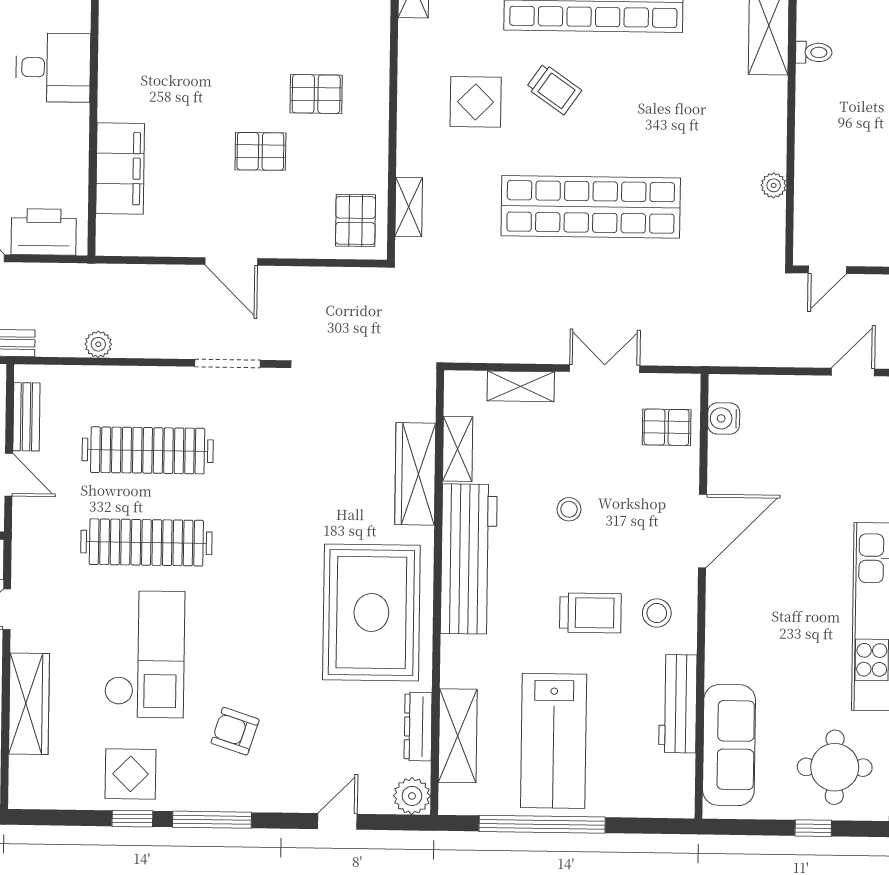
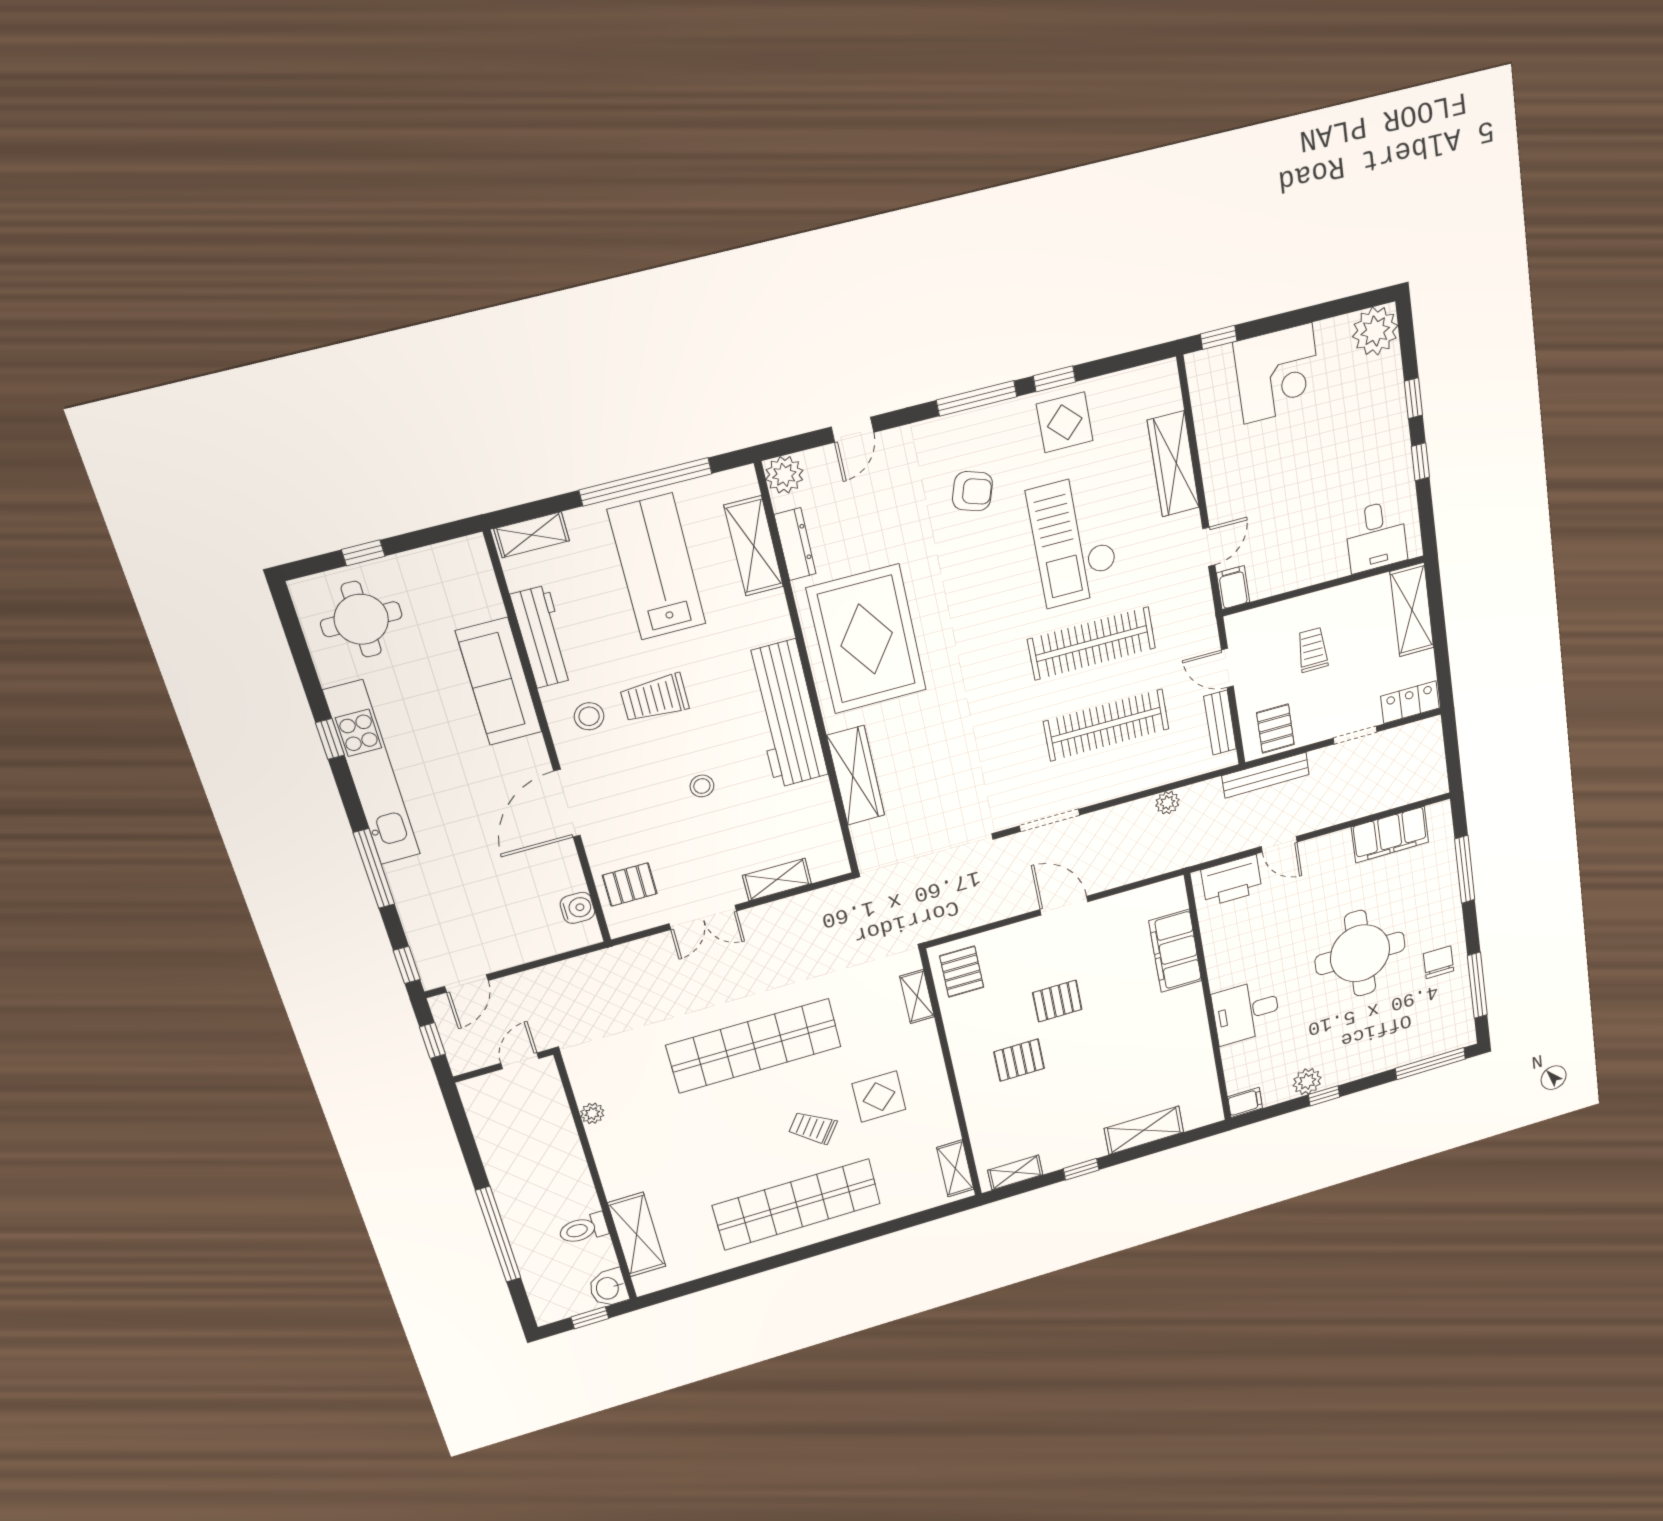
toilet: (814, 52) -> (583, 1229), width x1.37, depth x1.39
shelving: (458, 449) -> (532, 535), moved, turned 90
sofa: (729, 745) -> (499, 682), moved

